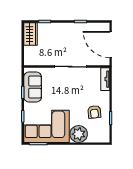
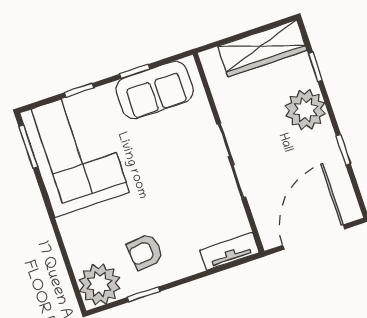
plant: (60, 31) -> (306, 110), added
wardrobe: (30, 34) -> (262, 48), width x1.50
plant: (79, 134) -> (99, 284), moved

